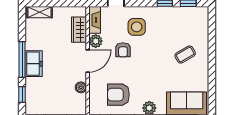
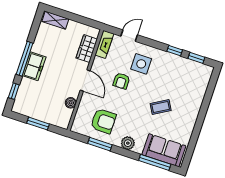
plant: (96, 41) -> (99, 64), removed
coffee table: (185, 54) -> (161, 107), moved
door: (88, 61) -> (85, 80), hinge flipped
armchair: (118, 95) -> (103, 121), turned 180

